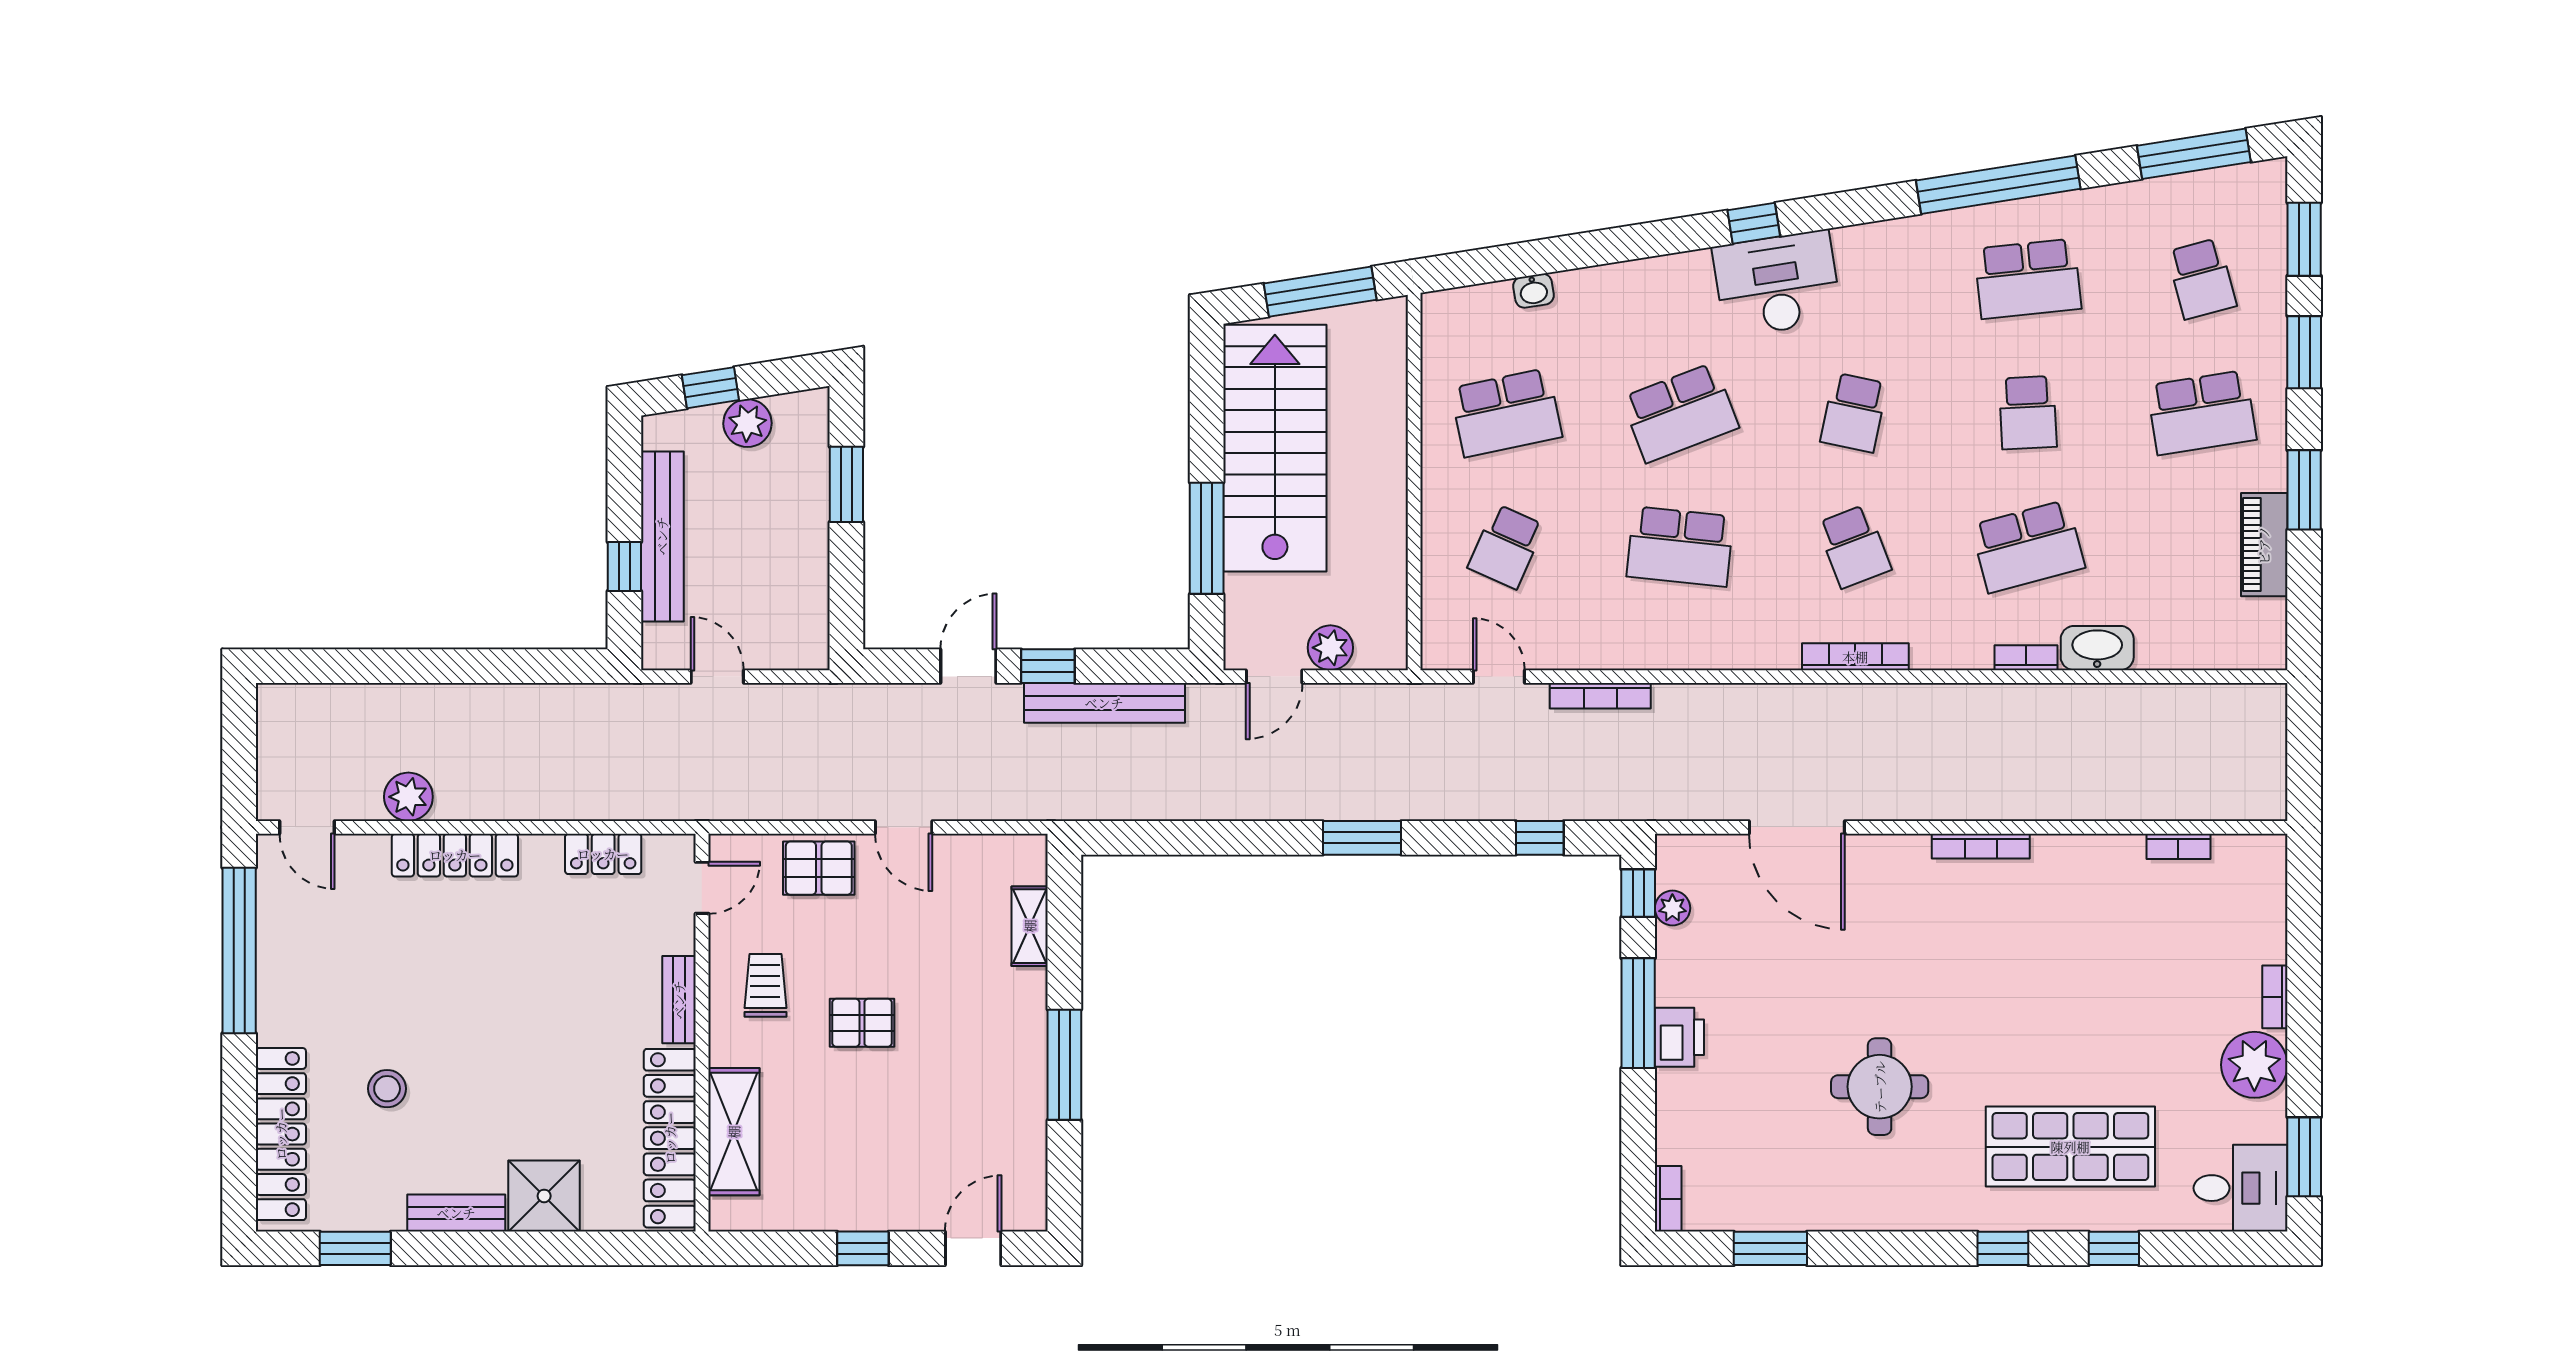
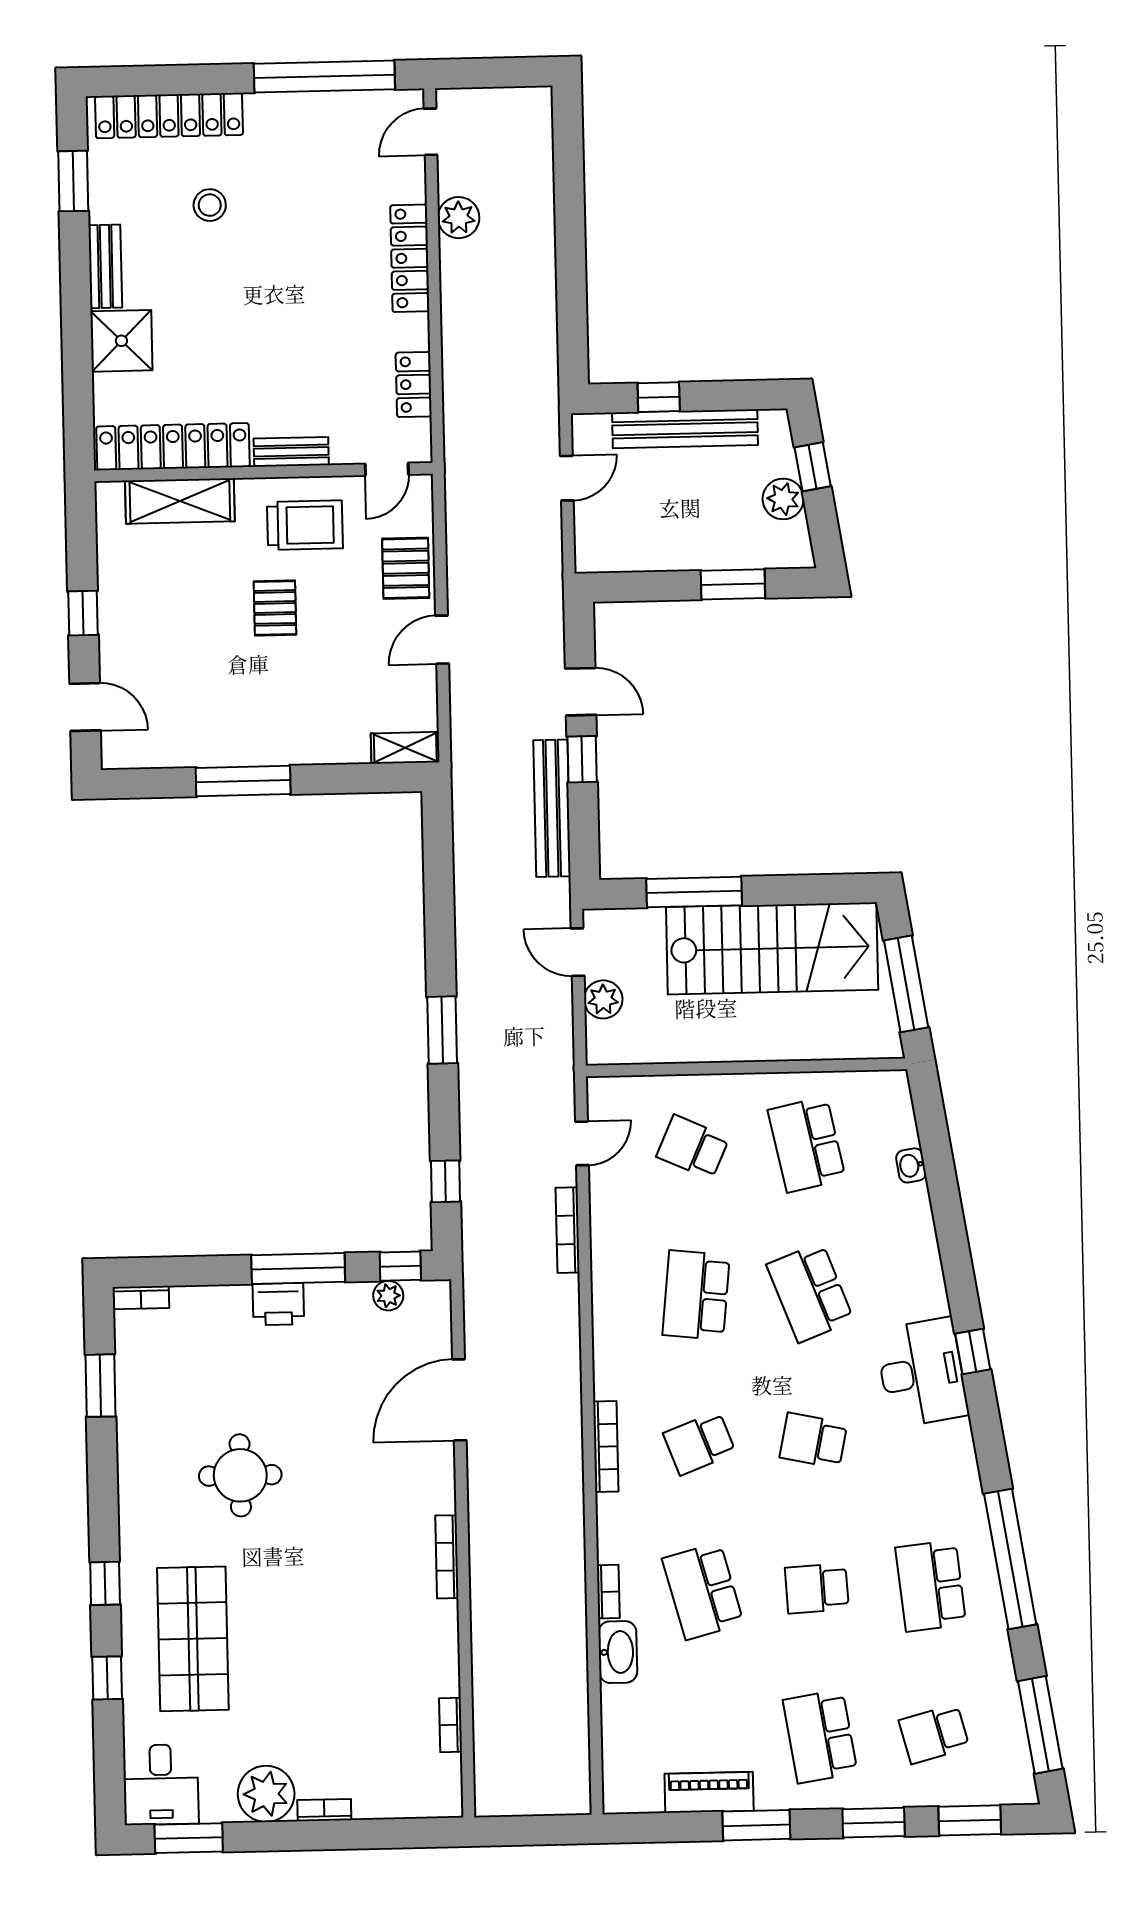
door: (702, 888) -> (387, 469), hinge flipped
shelving: (1030, 926) -> (405, 748), moved
trolley: (765, 985) -> (305, 525), width x1.36, depth x1.39

